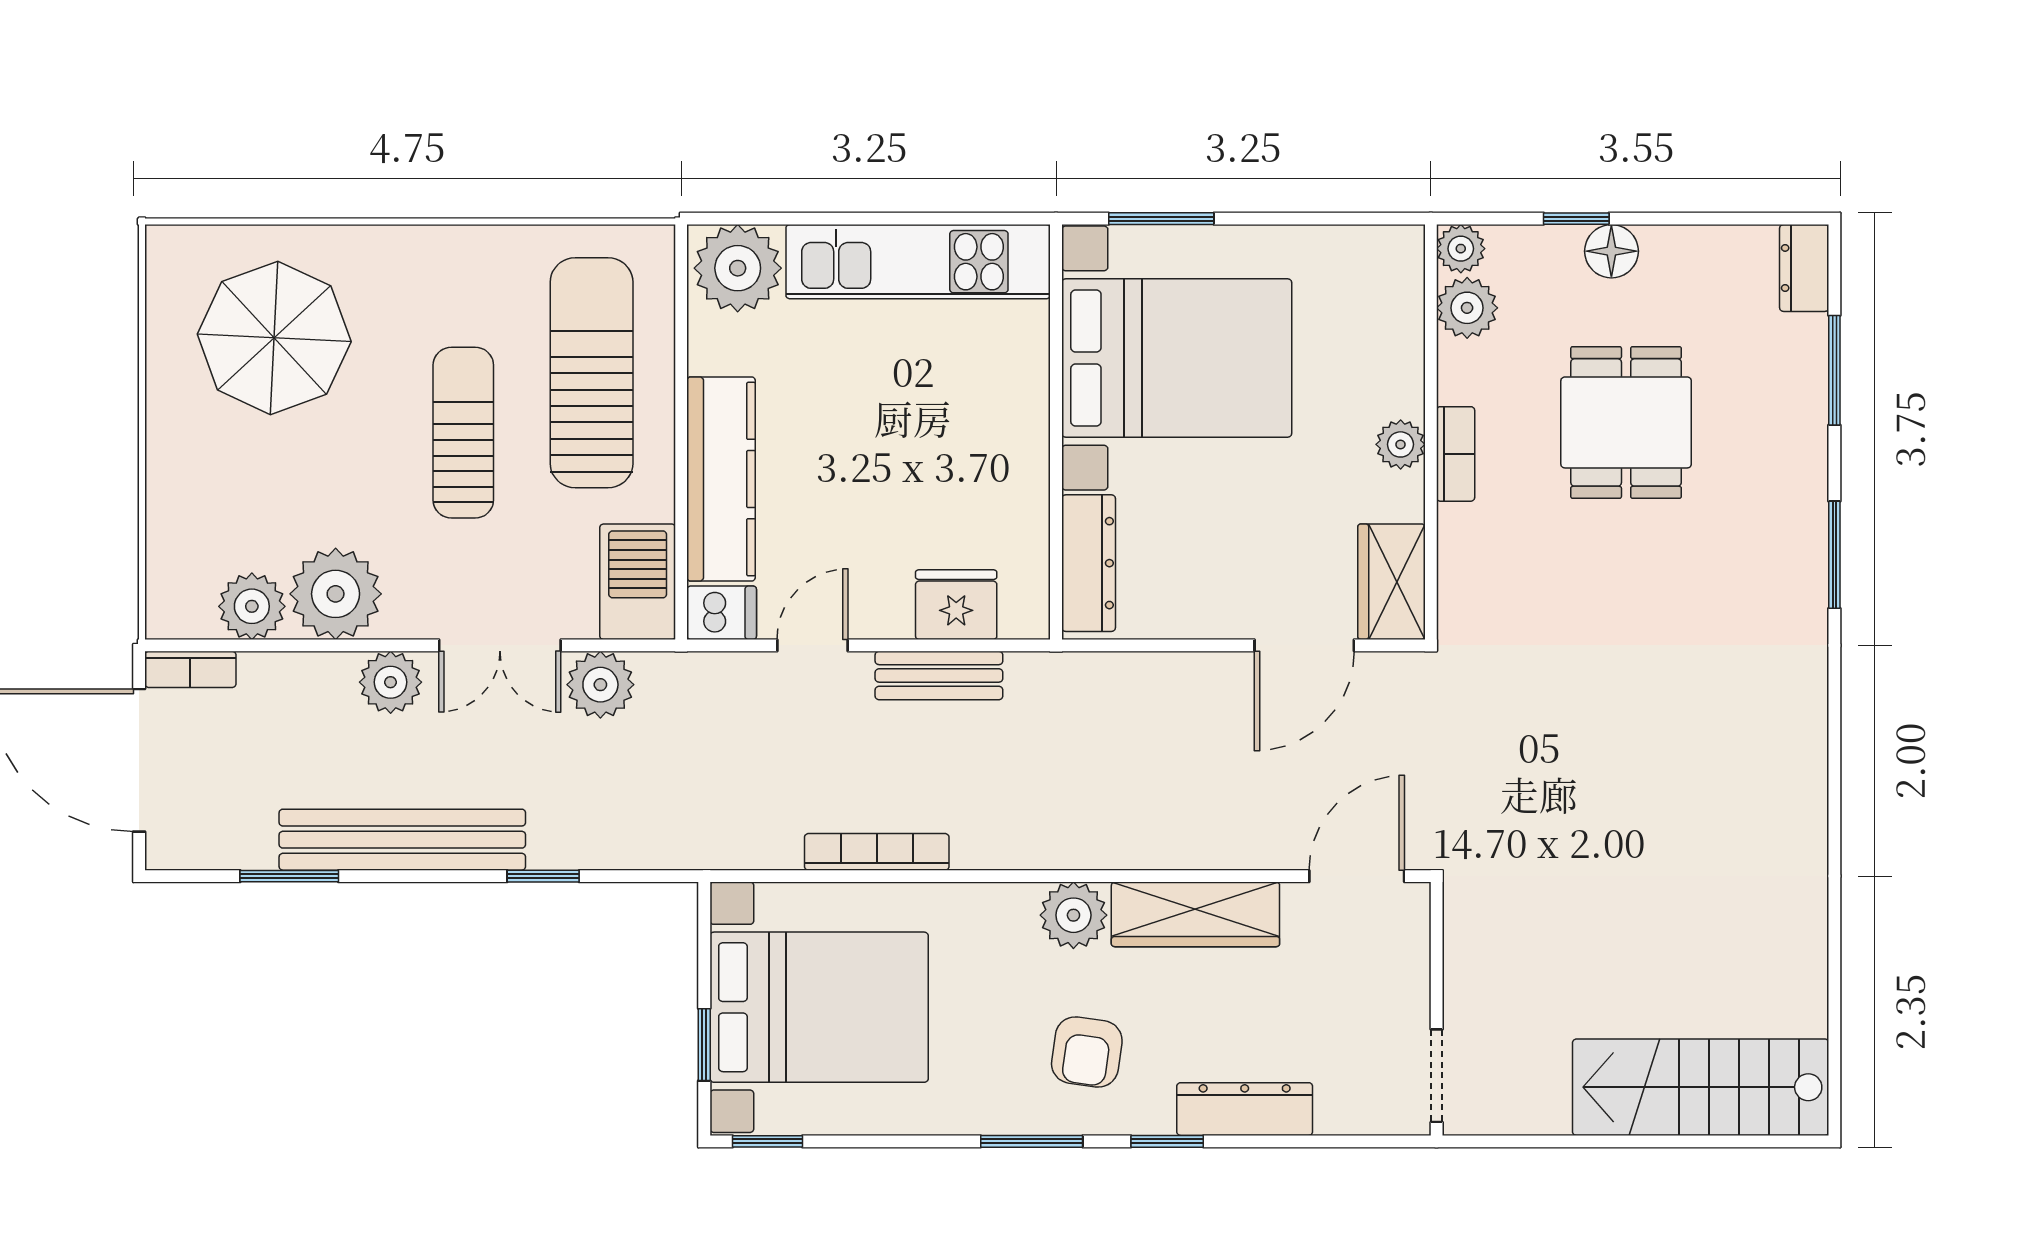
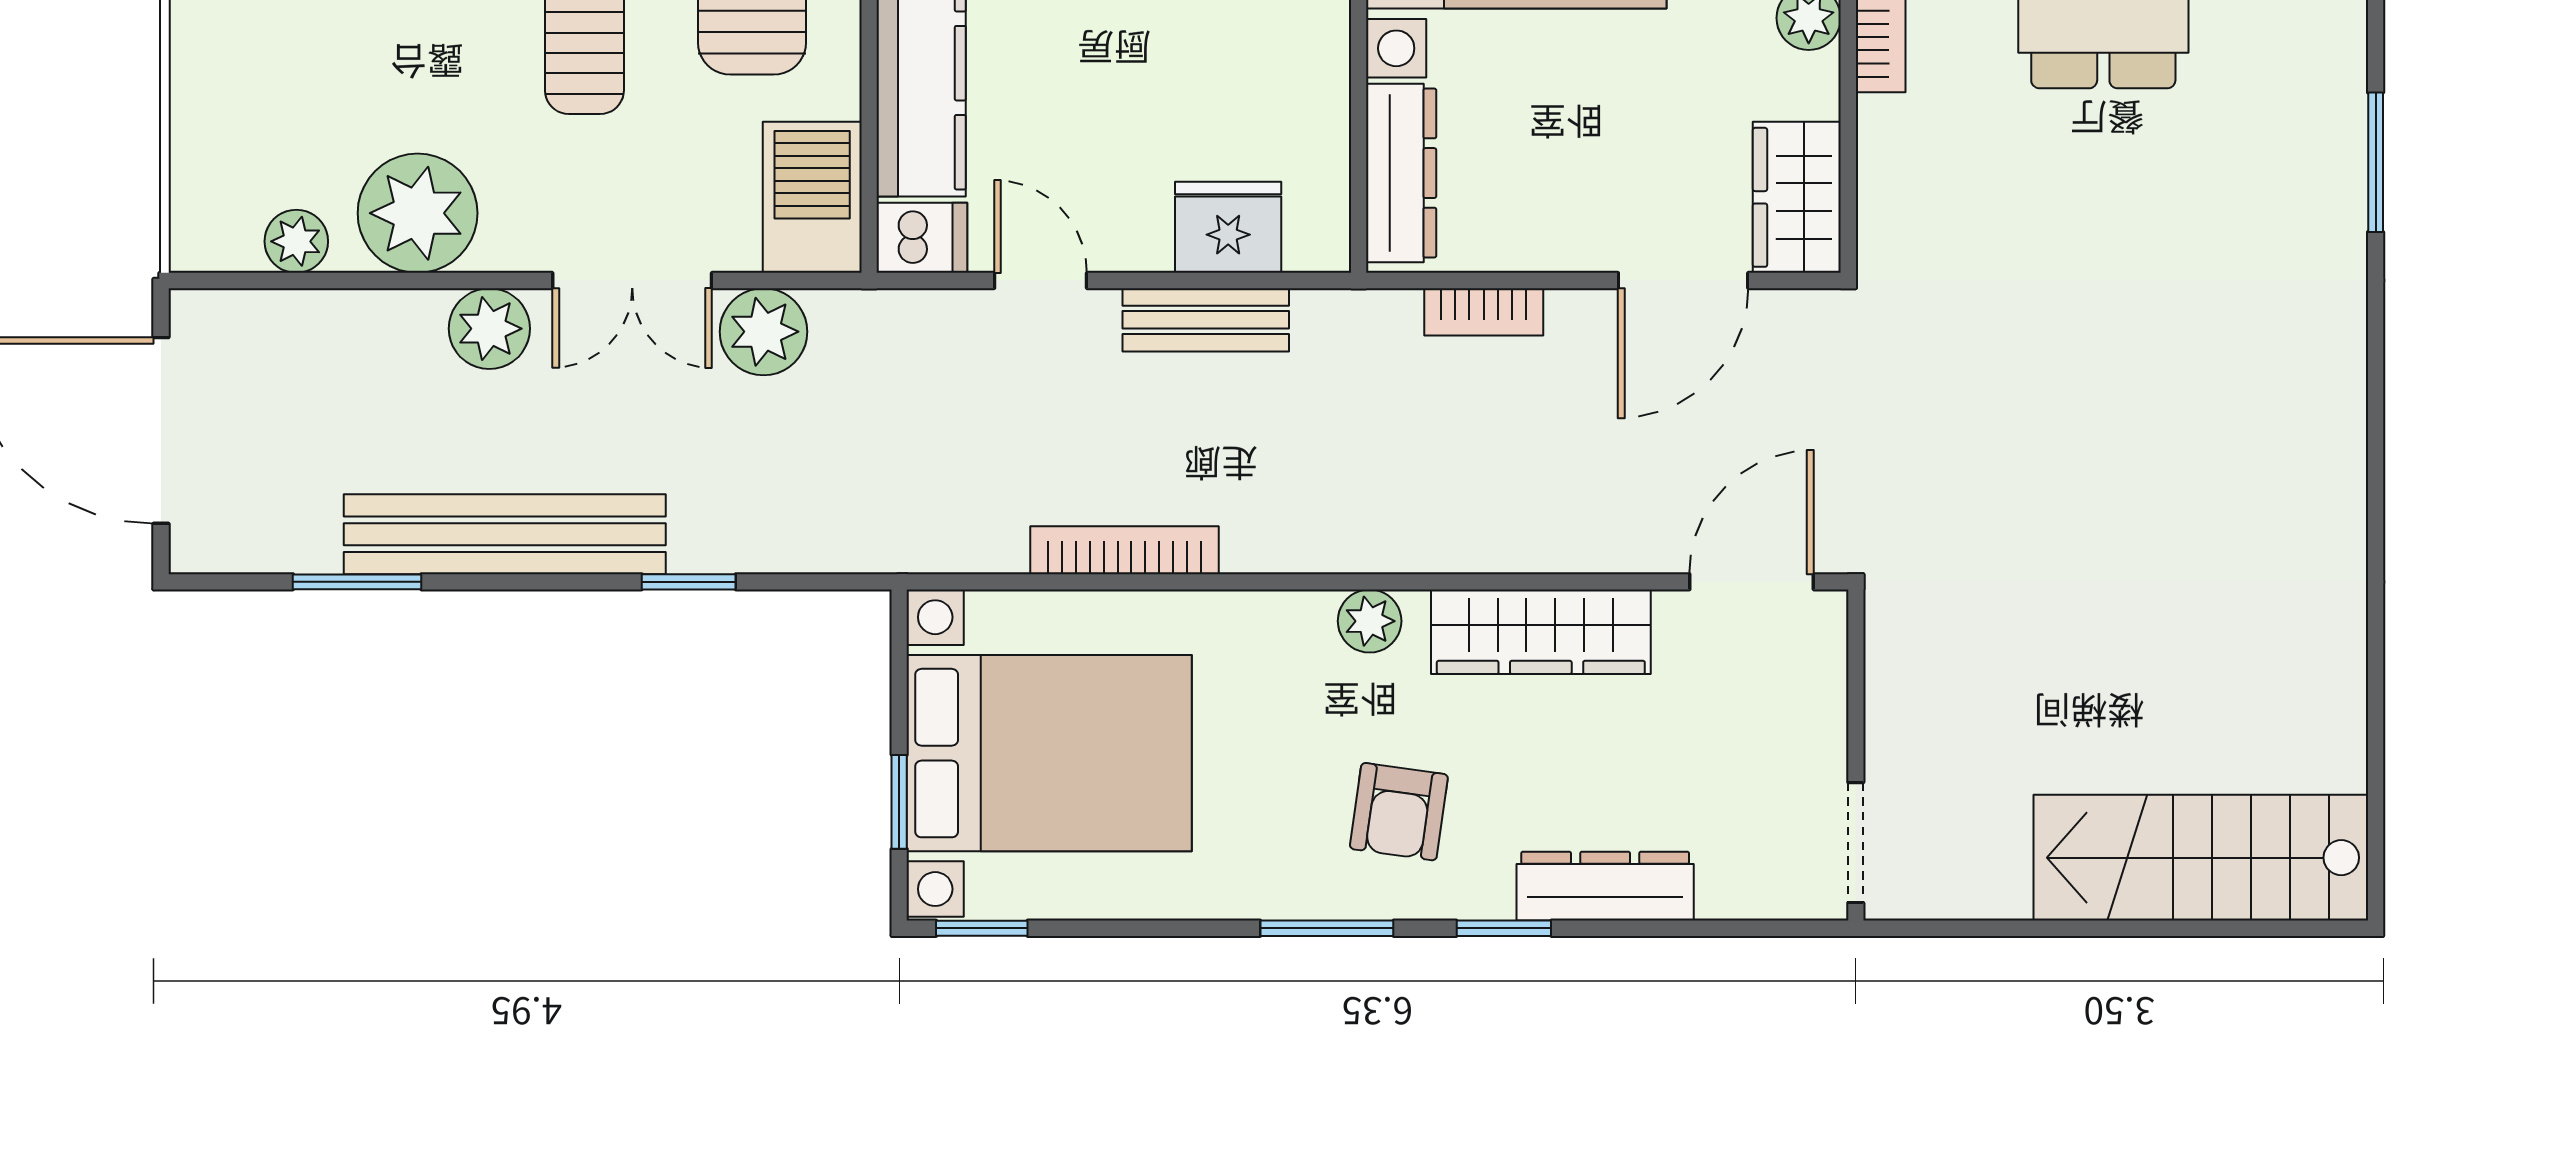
plant: (252, 606) -> (296, 241), width x0.73, depth x0.73
door: (813, 645) -> (1041, 280), hinge flipped
bookcase: (190, 669) -> (1484, 312), moved
plant: (1073, 915) -> (1370, 621), width x0.73, depth x0.73

